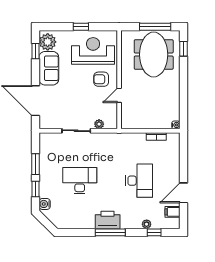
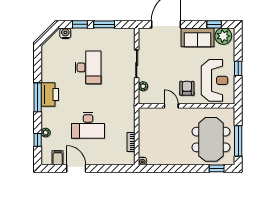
meeting table: (154, 55) -> (211, 139), turned 90

